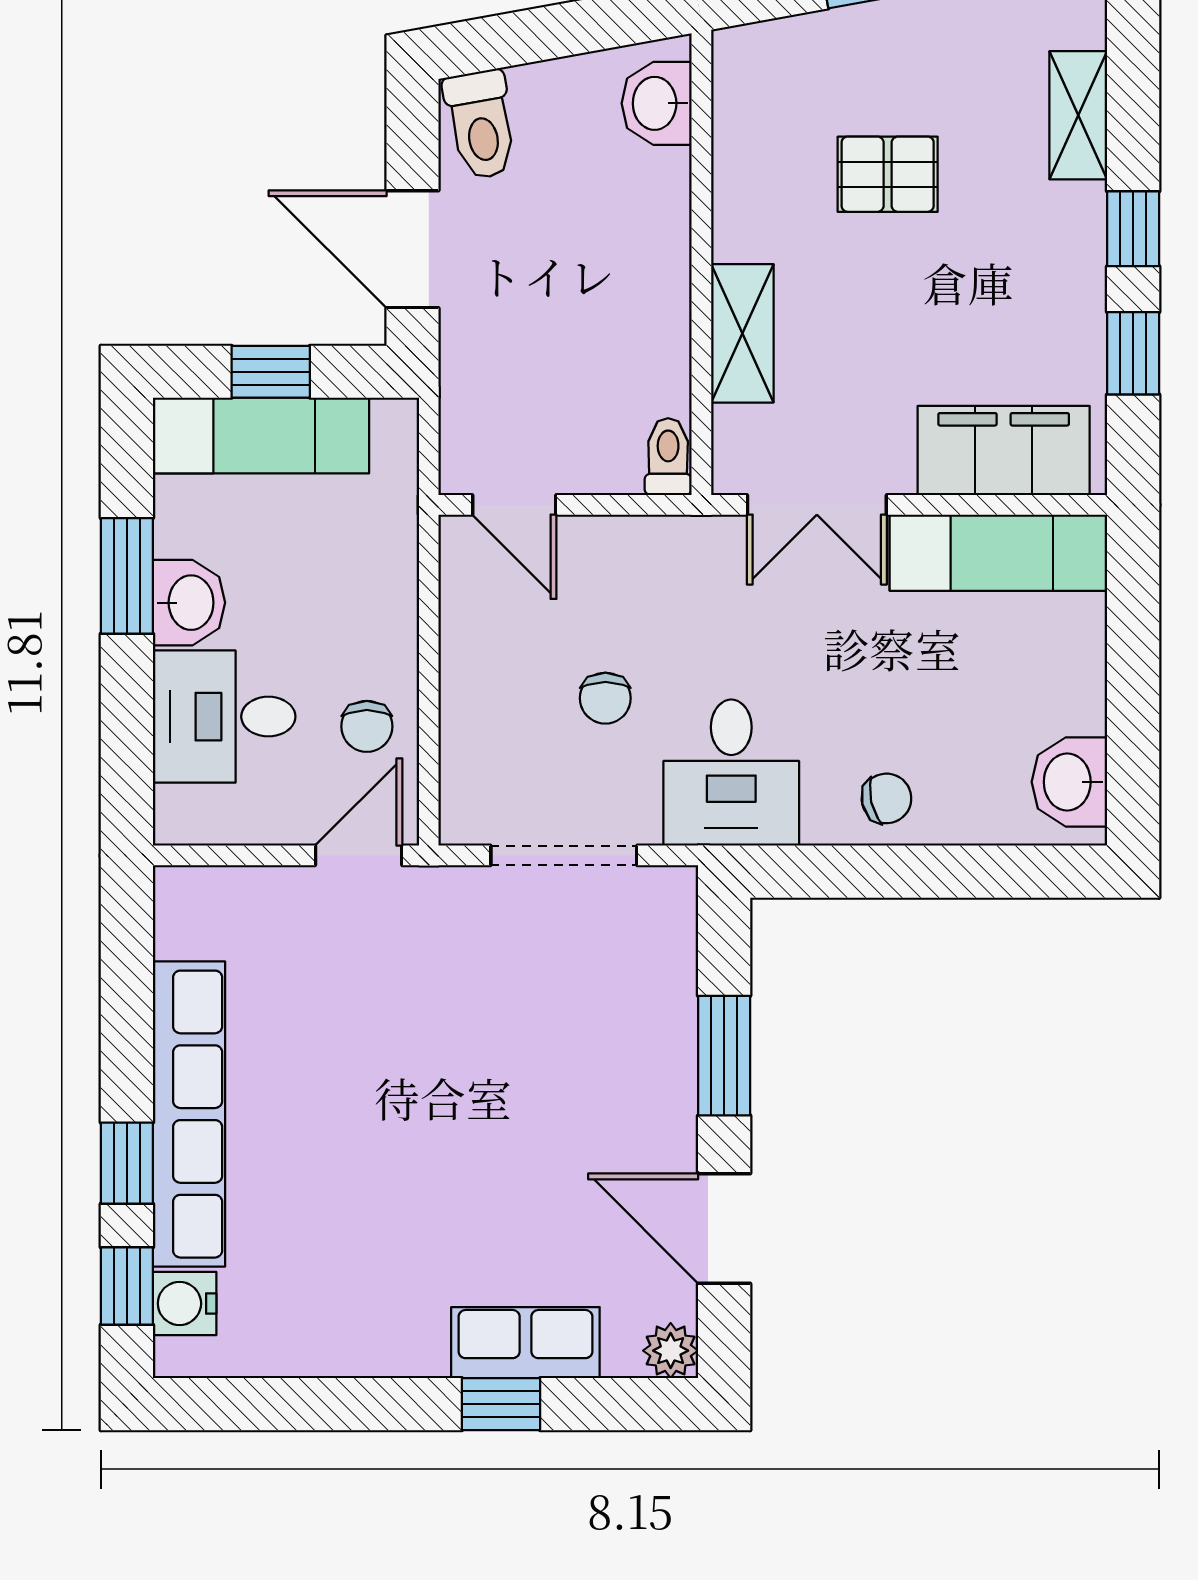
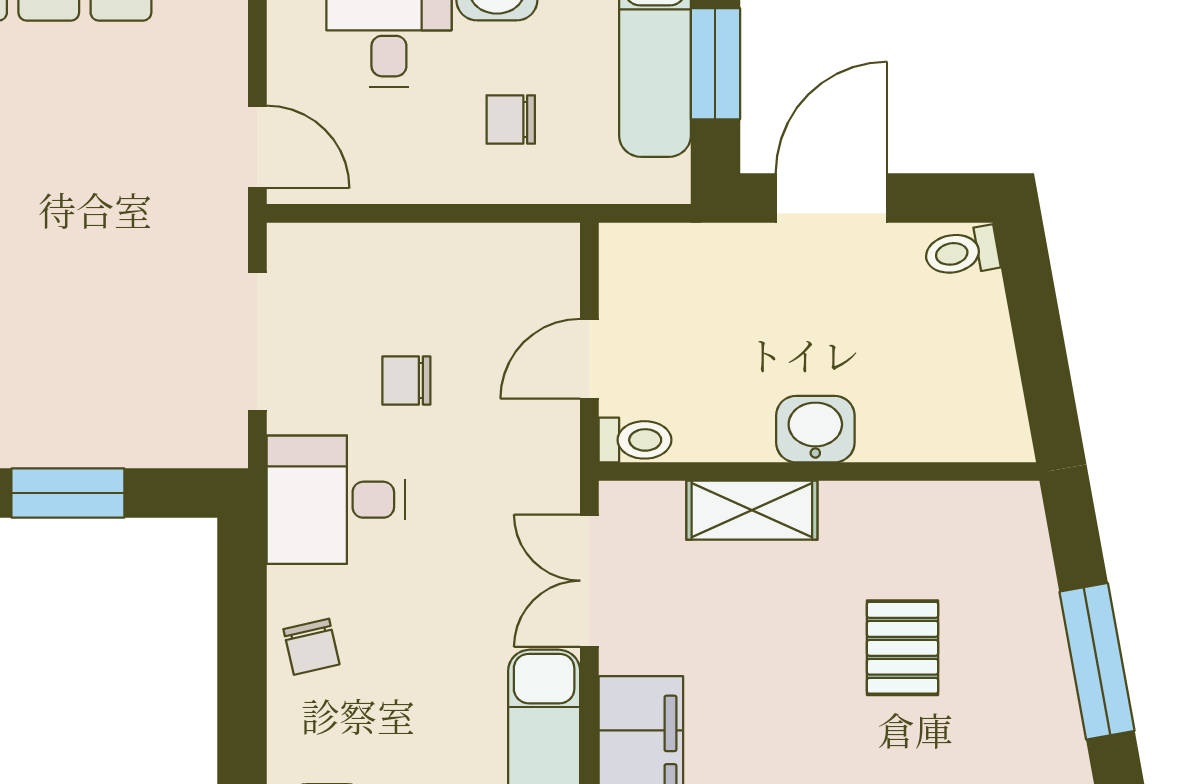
washbasin: (657, 103) -> (815, 429), moved
toilet: (481, 125) -> (962, 252), width x0.73, depth x0.72
window: (271, 372) -> (715, 64), width x1.50
door: (514, 505) -> (589, 359), moved
chair: (367, 726) -> (511, 119), moved

